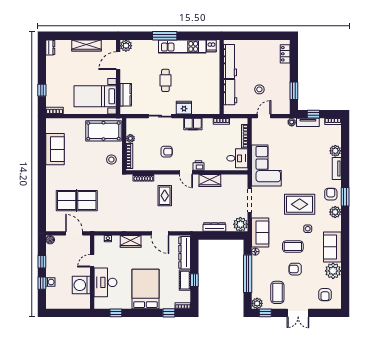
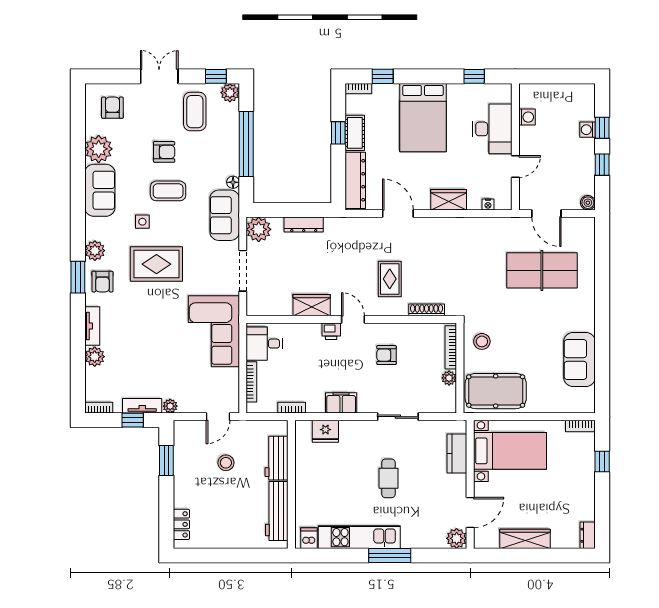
fridge: (184, 108) -> (325, 431), moved
washing machine: (81, 285) -> (527, 117), width x0.53, depth x0.53

